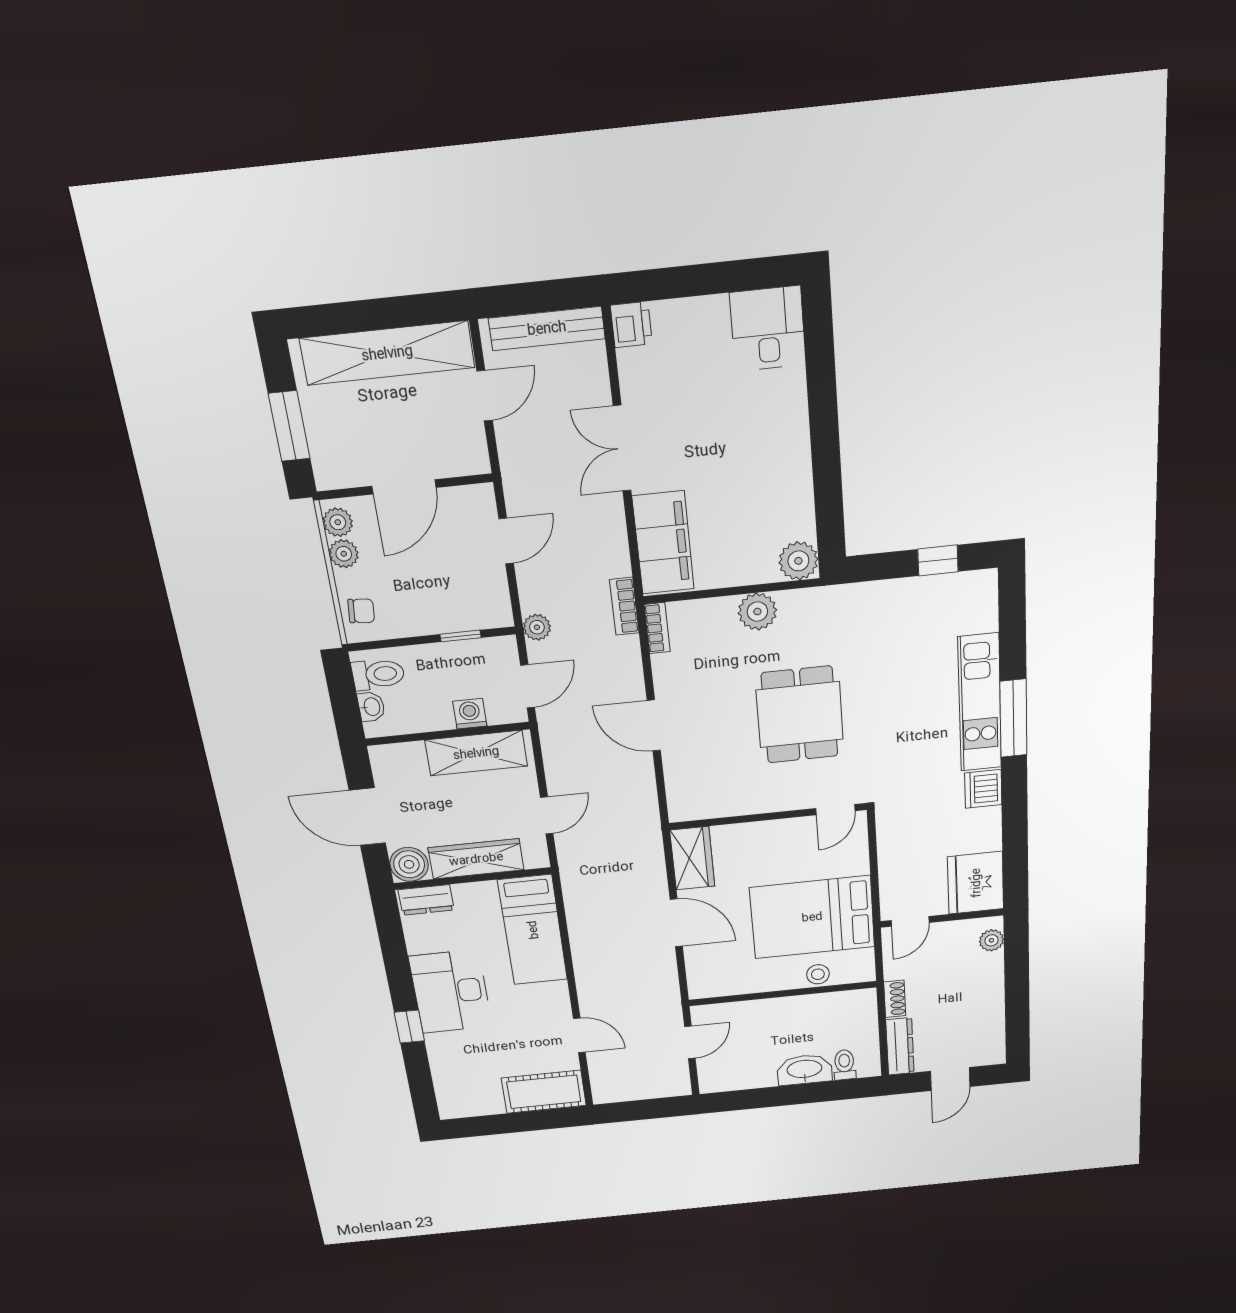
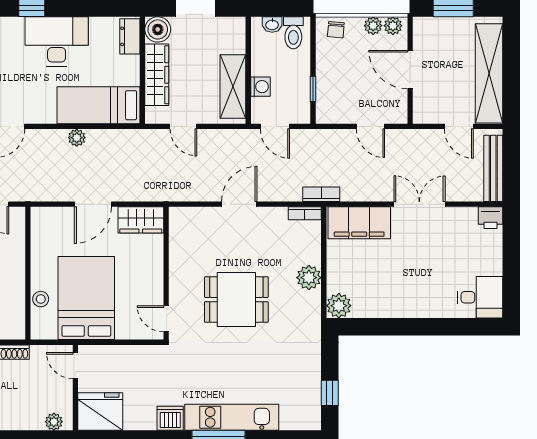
plant: (537, 627) -> (77, 138), moved

